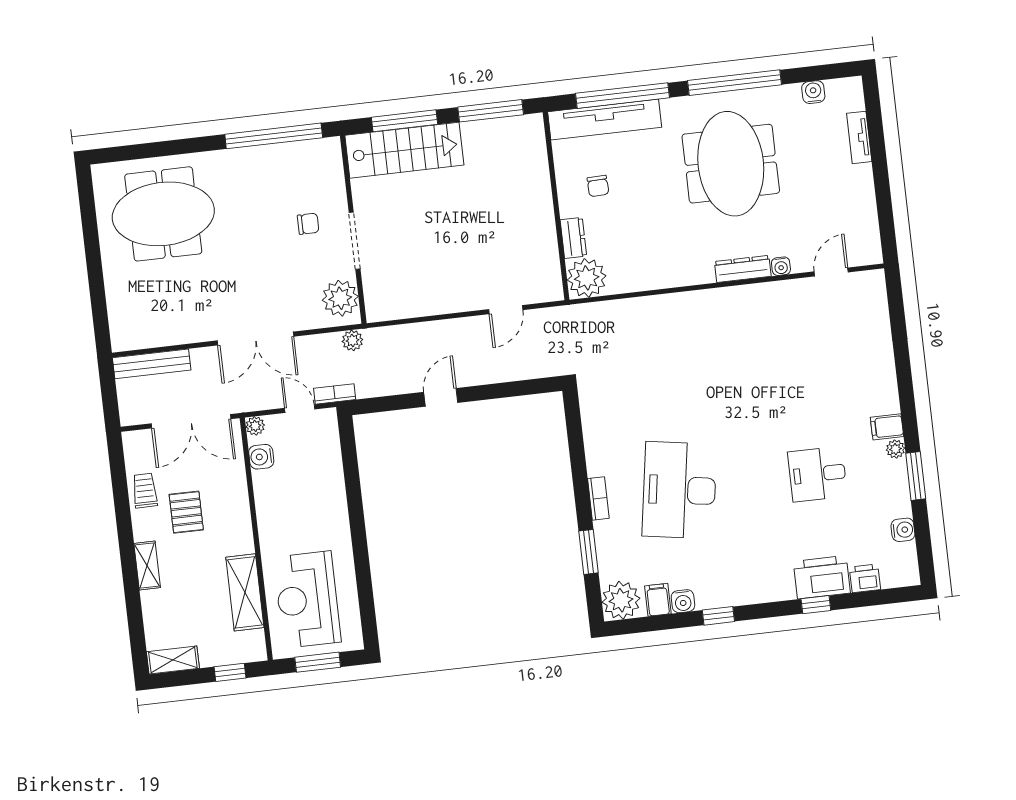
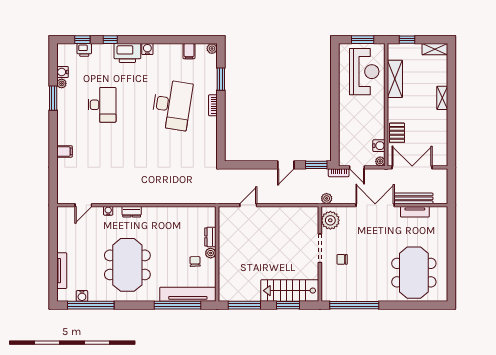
window: (734, 83) -> (91, 305), moved
window: (405, 121) -> (288, 305), width x0.69
tv unit: (859, 137) -> (62, 271), width x1.41
meeting table: (163, 214) -> (414, 273), turned 90
dresser: (743, 269) -> (132, 212), width x0.70
plant: (587, 278) -> (211, 253), moved, width x0.53, depth x0.53
tv unit: (175, 334) -> (415, 212), added
bench: (152, 364) -> (414, 198), moved
window: (381, 404) -> (316, 165), added
filing cabinet: (887, 427) -> (65, 151), moved
plant: (895, 449) -> (62, 83), moved
desk: (817, 474) -> (102, 105), width x1.37
trolley: (145, 491) -> (439, 135), removed
pallet: (186, 512) -> (397, 133), moved
printer: (822, 577) -> (127, 53), moved
plant: (621, 600) -> (212, 49), width x0.53, depth x0.53
water cooler: (683, 601) -> (147, 49), moved
window: (718, 616) -> (82, 40), moved

